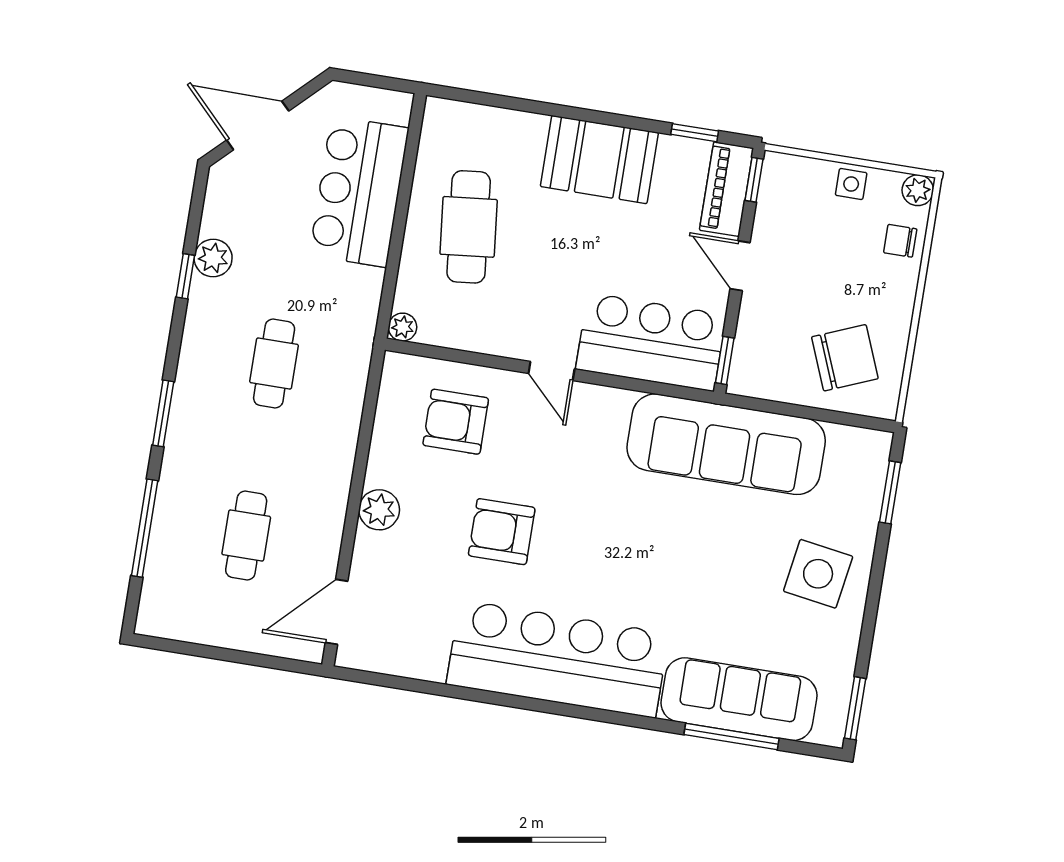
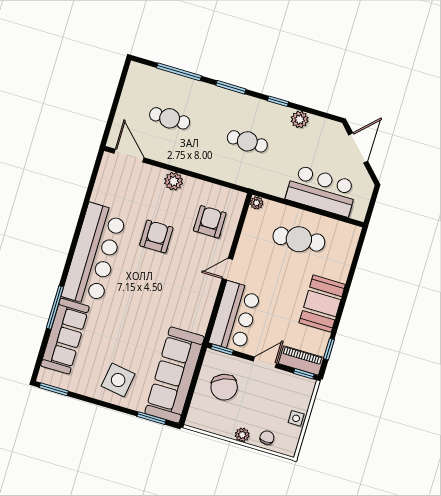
plant: (918, 190) -> (242, 435), moved
window: (185, 276) -> (278, 101), moved
chair: (845, 358) -> (224, 387), moved
sofa: (726, 444) -> (175, 375), moved
window: (732, 736) -> (55, 307), moved

